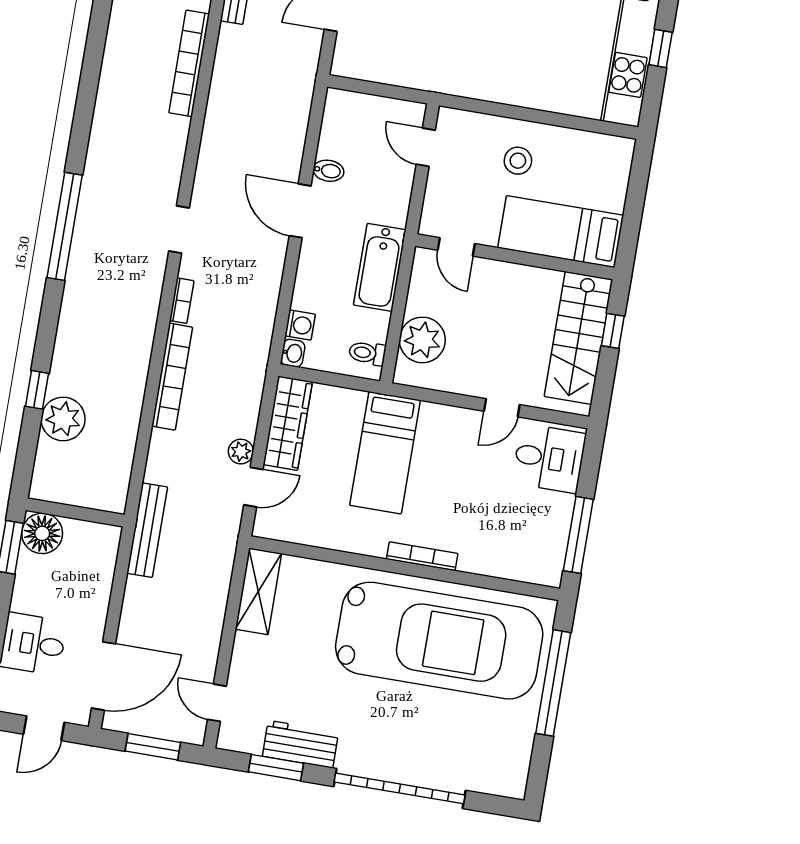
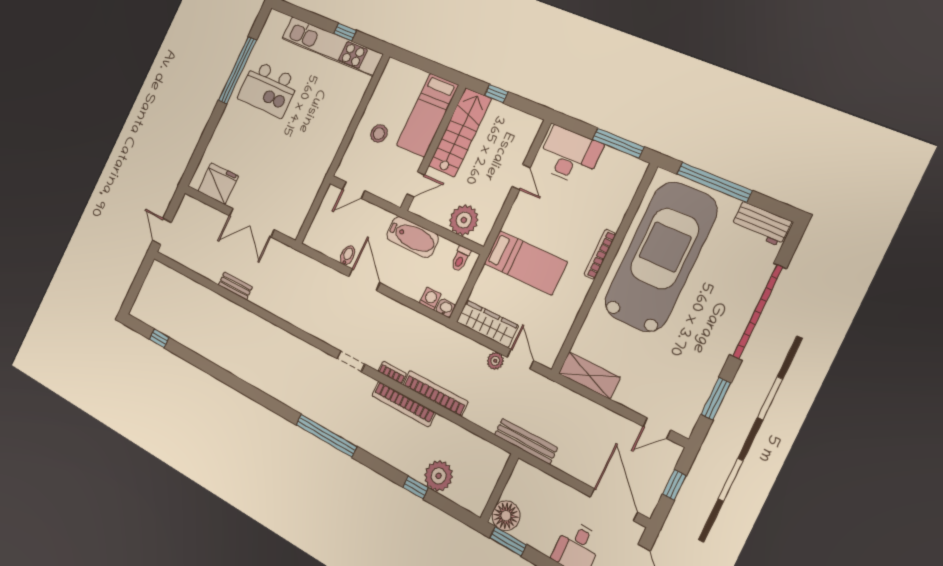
bookcase: (189, 63) -> (403, 404), moved
door: (300, 211) -> (364, 280), swing flipped
stairs: (578, 338) -> (460, 132), moved, turned -90
desk: (549, 458) -> (569, 155), width x1.37
workbench: (300, 744) -> (761, 224), moved, turned -90
window: (153, 747) -> (674, 485), width x0.67

